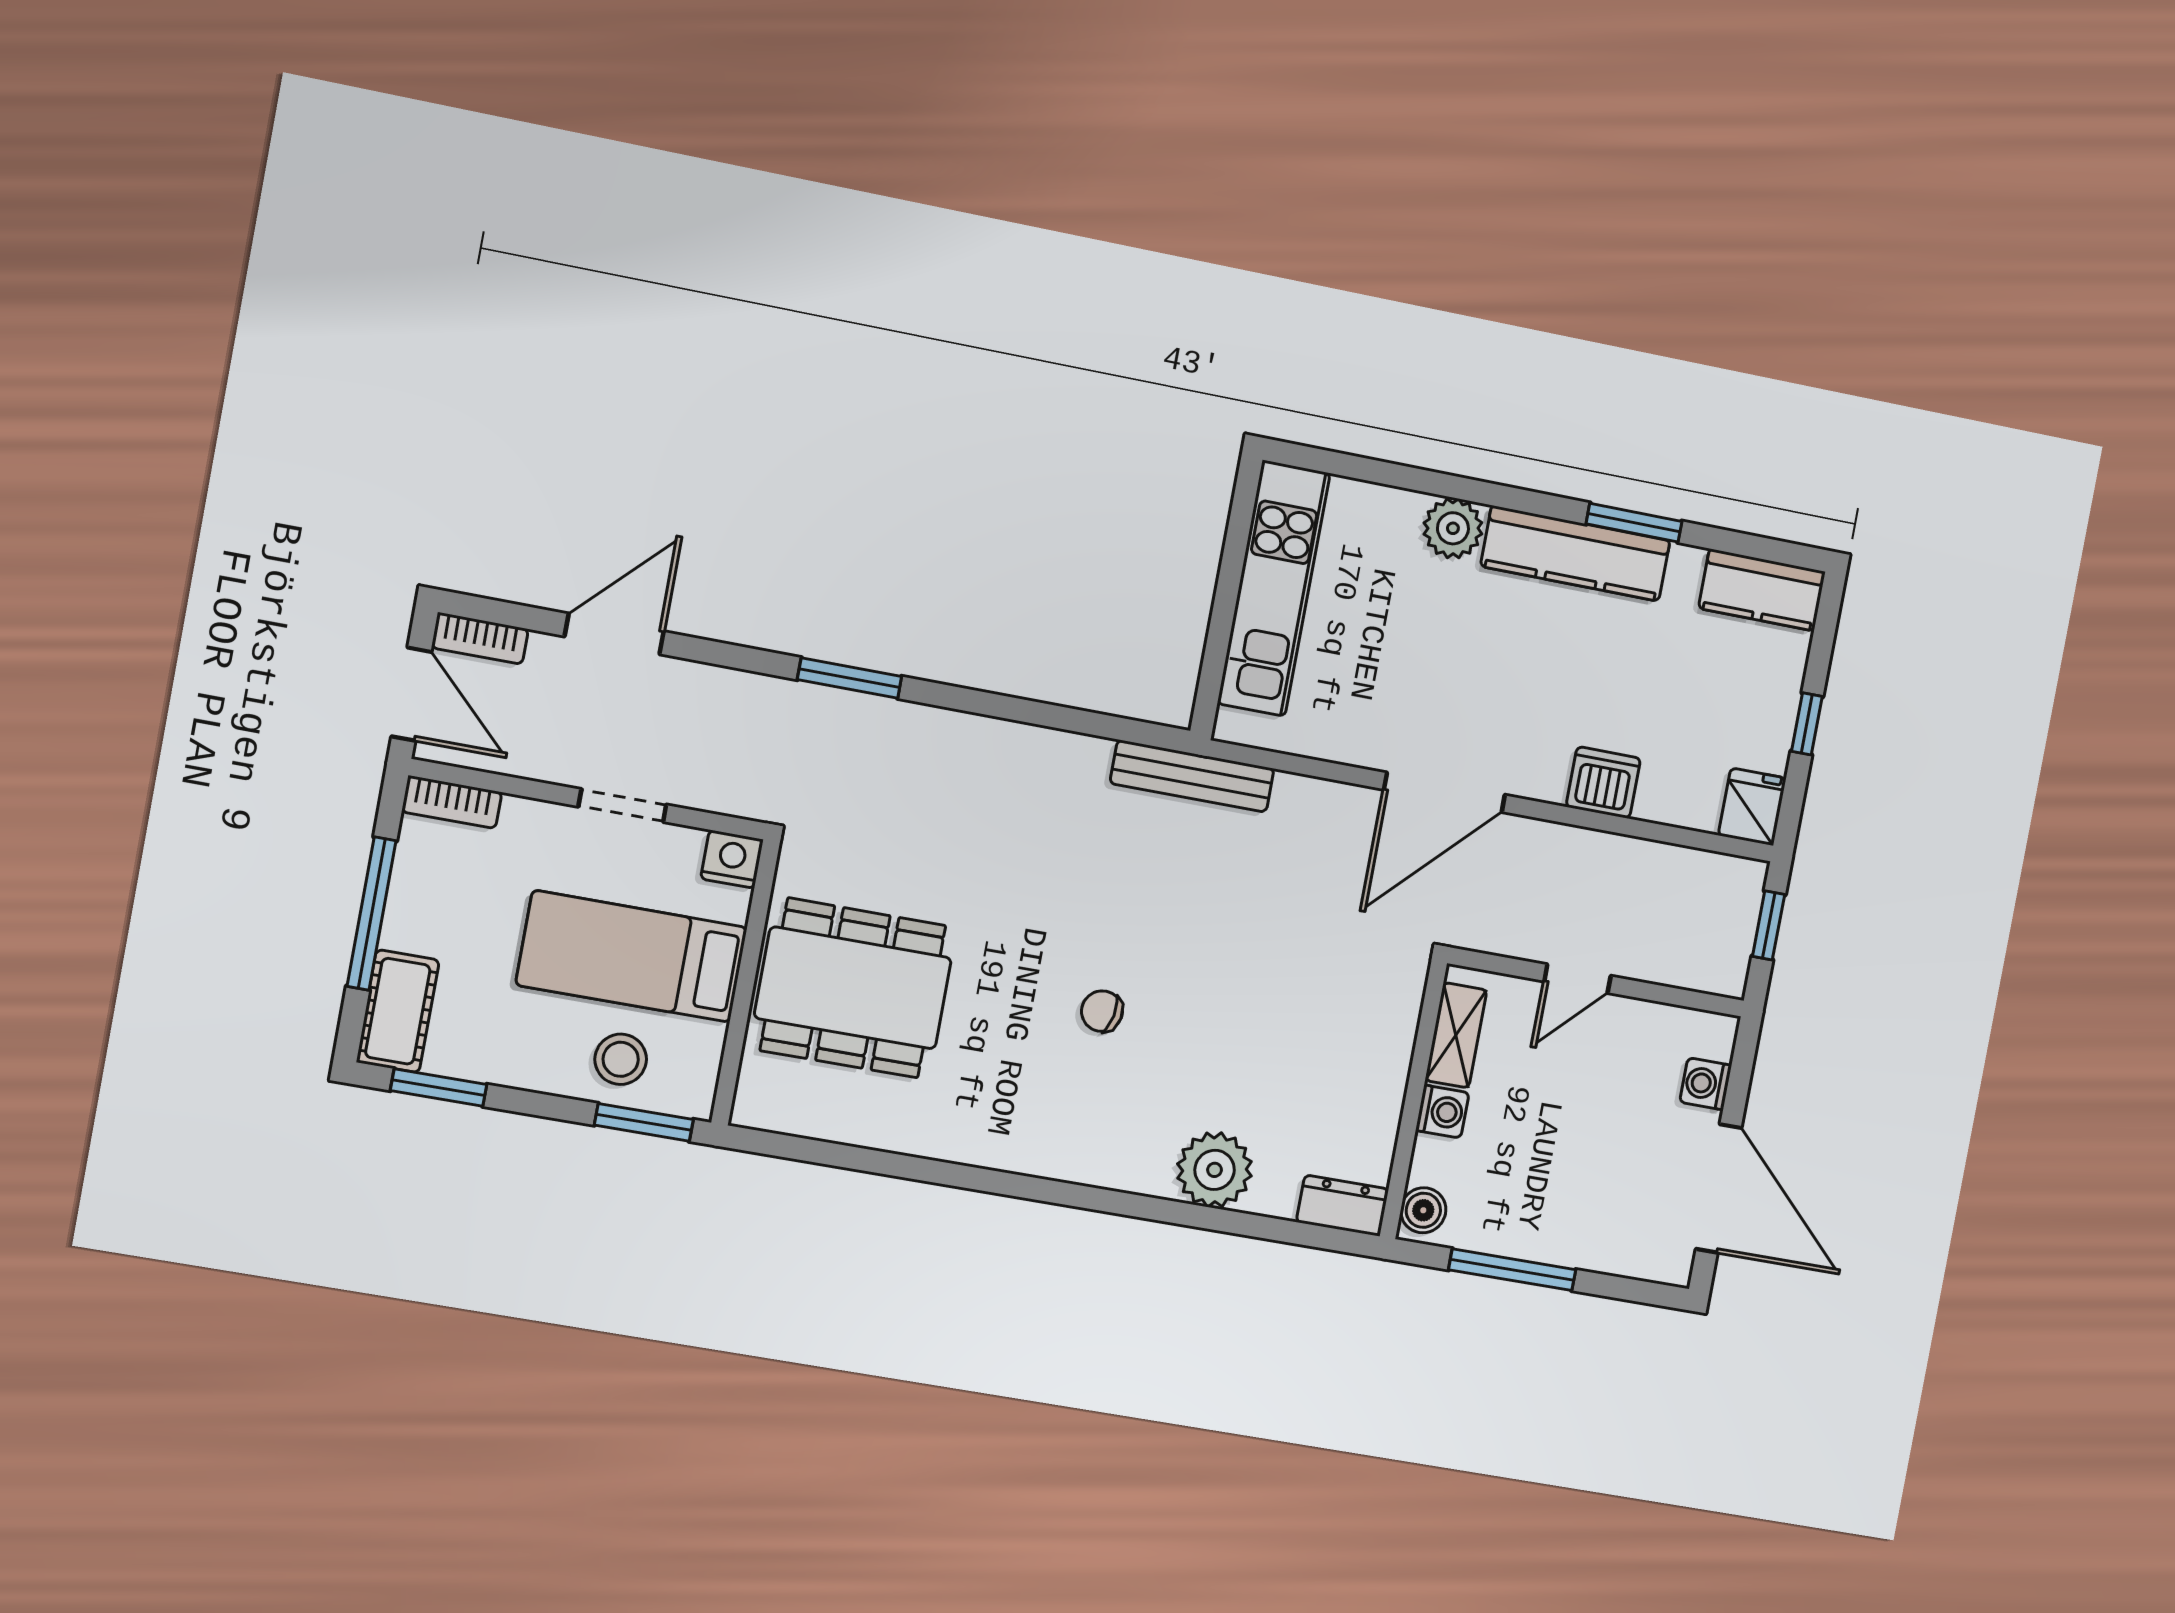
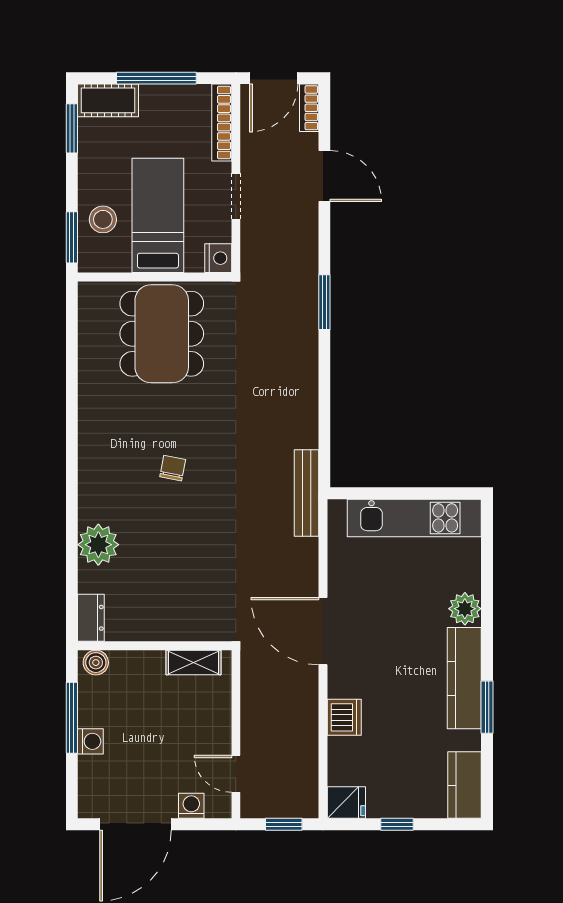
bookcase: (452, 802) -> (222, 123), width x1.56
door: (1577, 979) -> (236, 774), moved
washing machine: (1442, 1112) -> (90, 741), moved, turned -90

